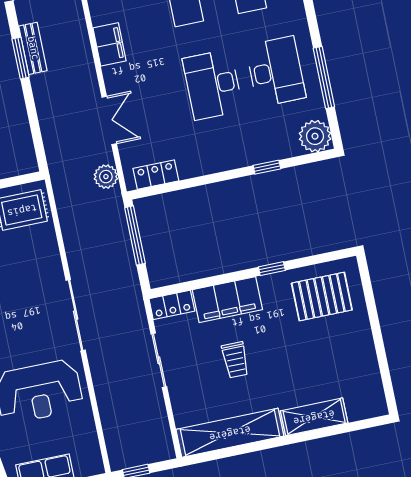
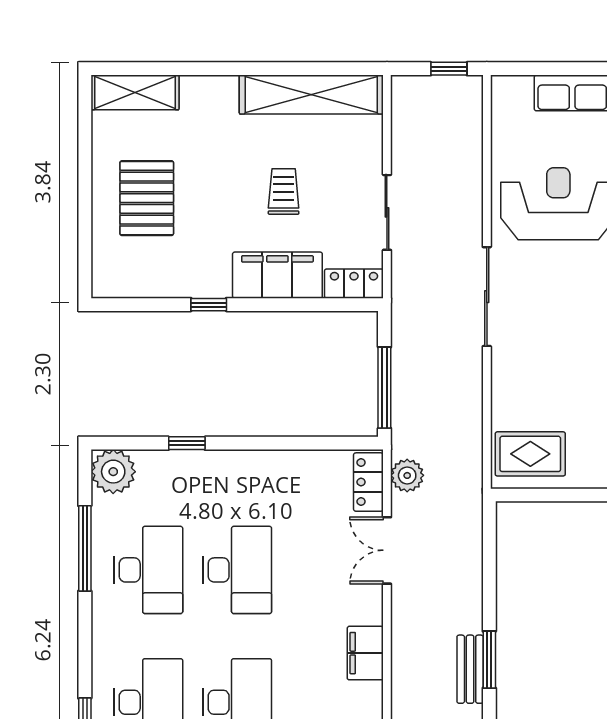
desk: (276, 72) -> (148, 570), turned 180
locker: (156, 175) -> (368, 482), moved, turned 90
pallet: (322, 297) -> (147, 198), moved, turned 90
shelving: (314, 417) -> (135, 92), moved

